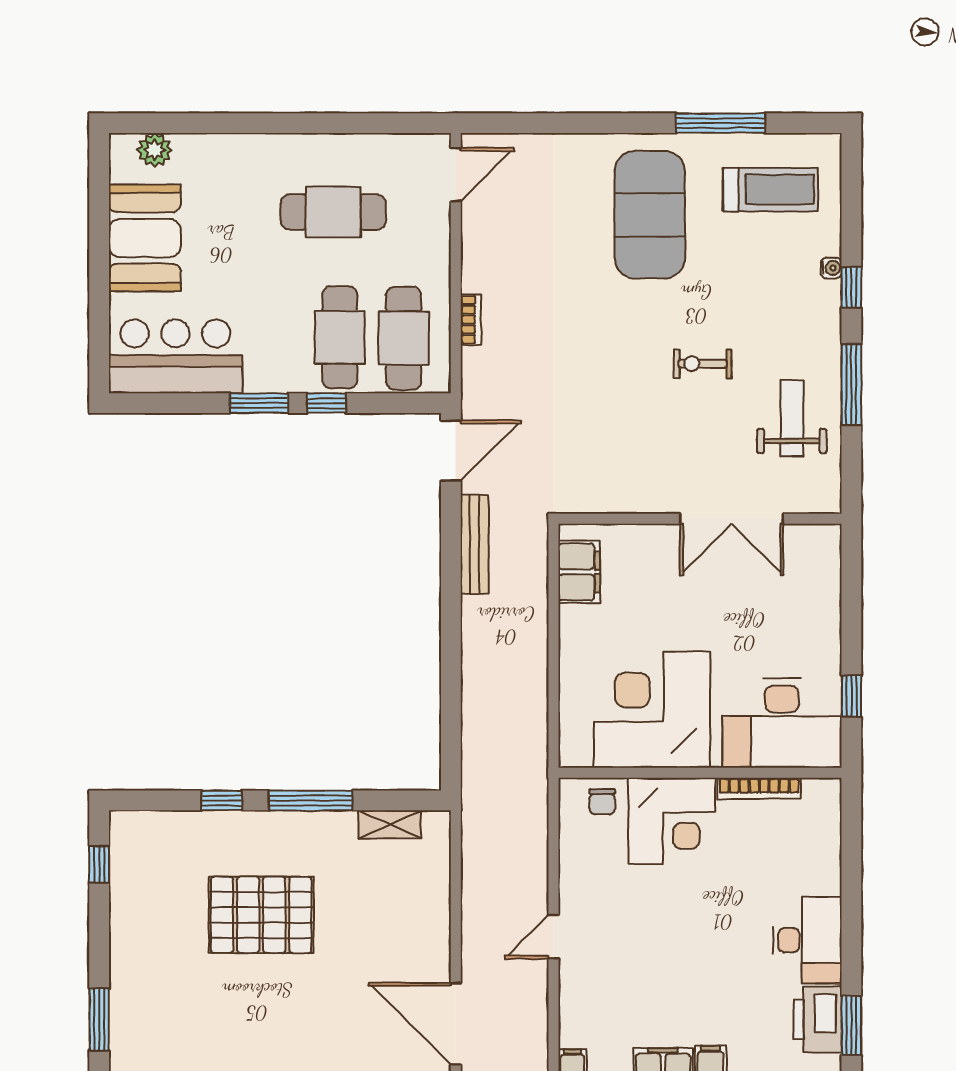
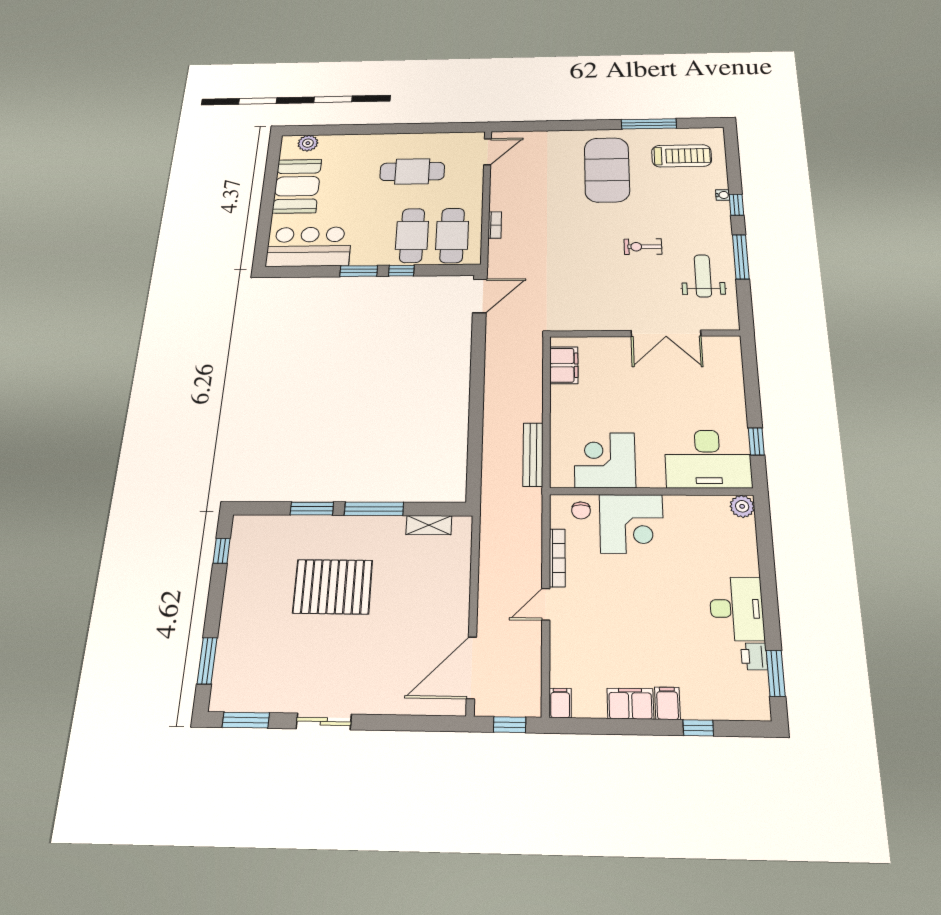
bench: (474, 544) -> (533, 455), moved
corner desk: (652, 710) -> (605, 460), width x0.74, depth x0.74
bookcase: (759, 788) -> (557, 558), moved, turned -90
plant: (825, 795) -> (742, 506), added
window: (221, 800) -> (312, 509), width x1.50
printer: (818, 1019) -> (754, 656), width x0.53, depth x0.68
door: (456, 1024) -> (471, 668), hinge flipped

